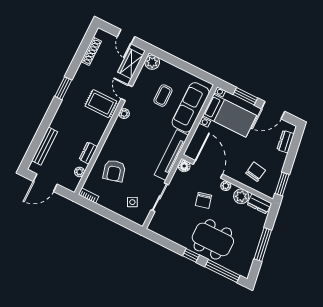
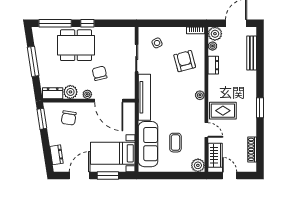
plant: (124, 114) -> (200, 95), moved
floor lamp: (184, 166) -> (129, 94), removed
plant: (71, 183) -> (215, 34), added

